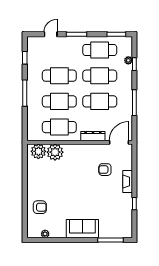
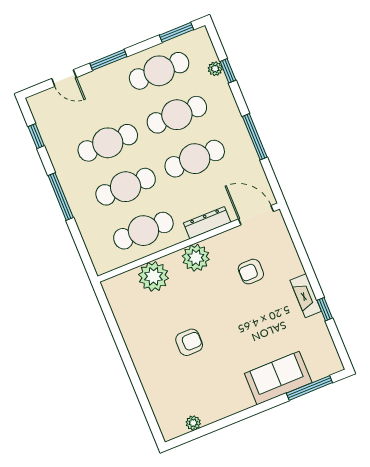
door: (51, 34) -> (64, 78), swing flipped
door: (119, 142) -> (256, 215), hinge flipped
plant: (38, 151) -> (196, 258), moved
fireplace: (128, 181) -> (306, 296), moved
armchair: (40, 207) -> (189, 342), moved
sofa: (82, 229) -> (278, 378), moved

